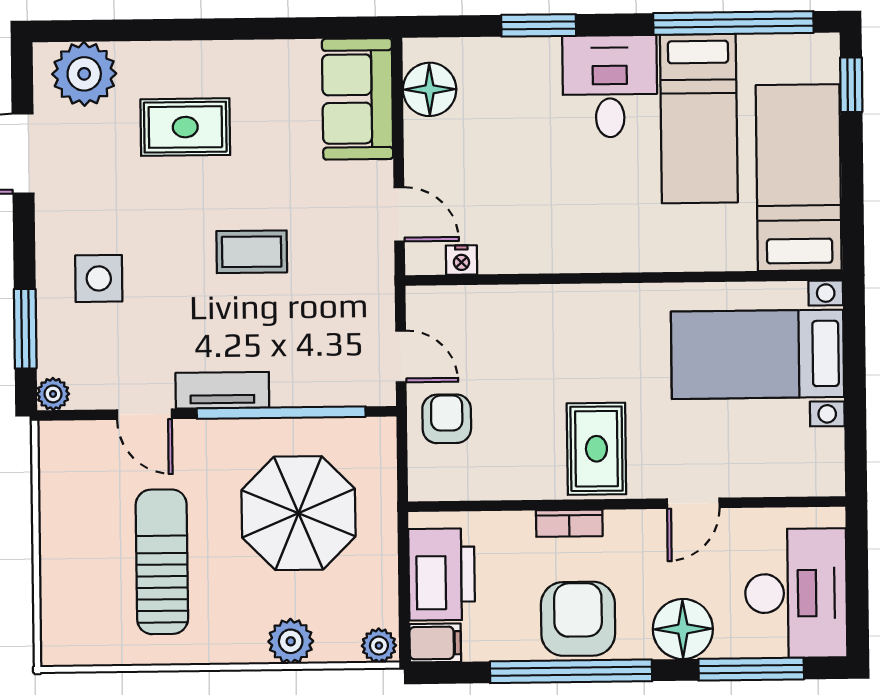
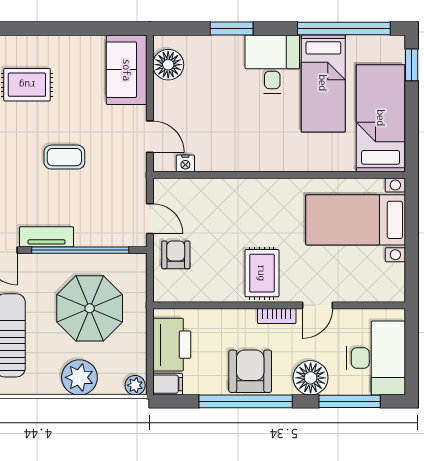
bookcase: (569, 523) -> (277, 316), moved
plant: (291, 641) -> (79, 377), width x1.36, depth x1.36

